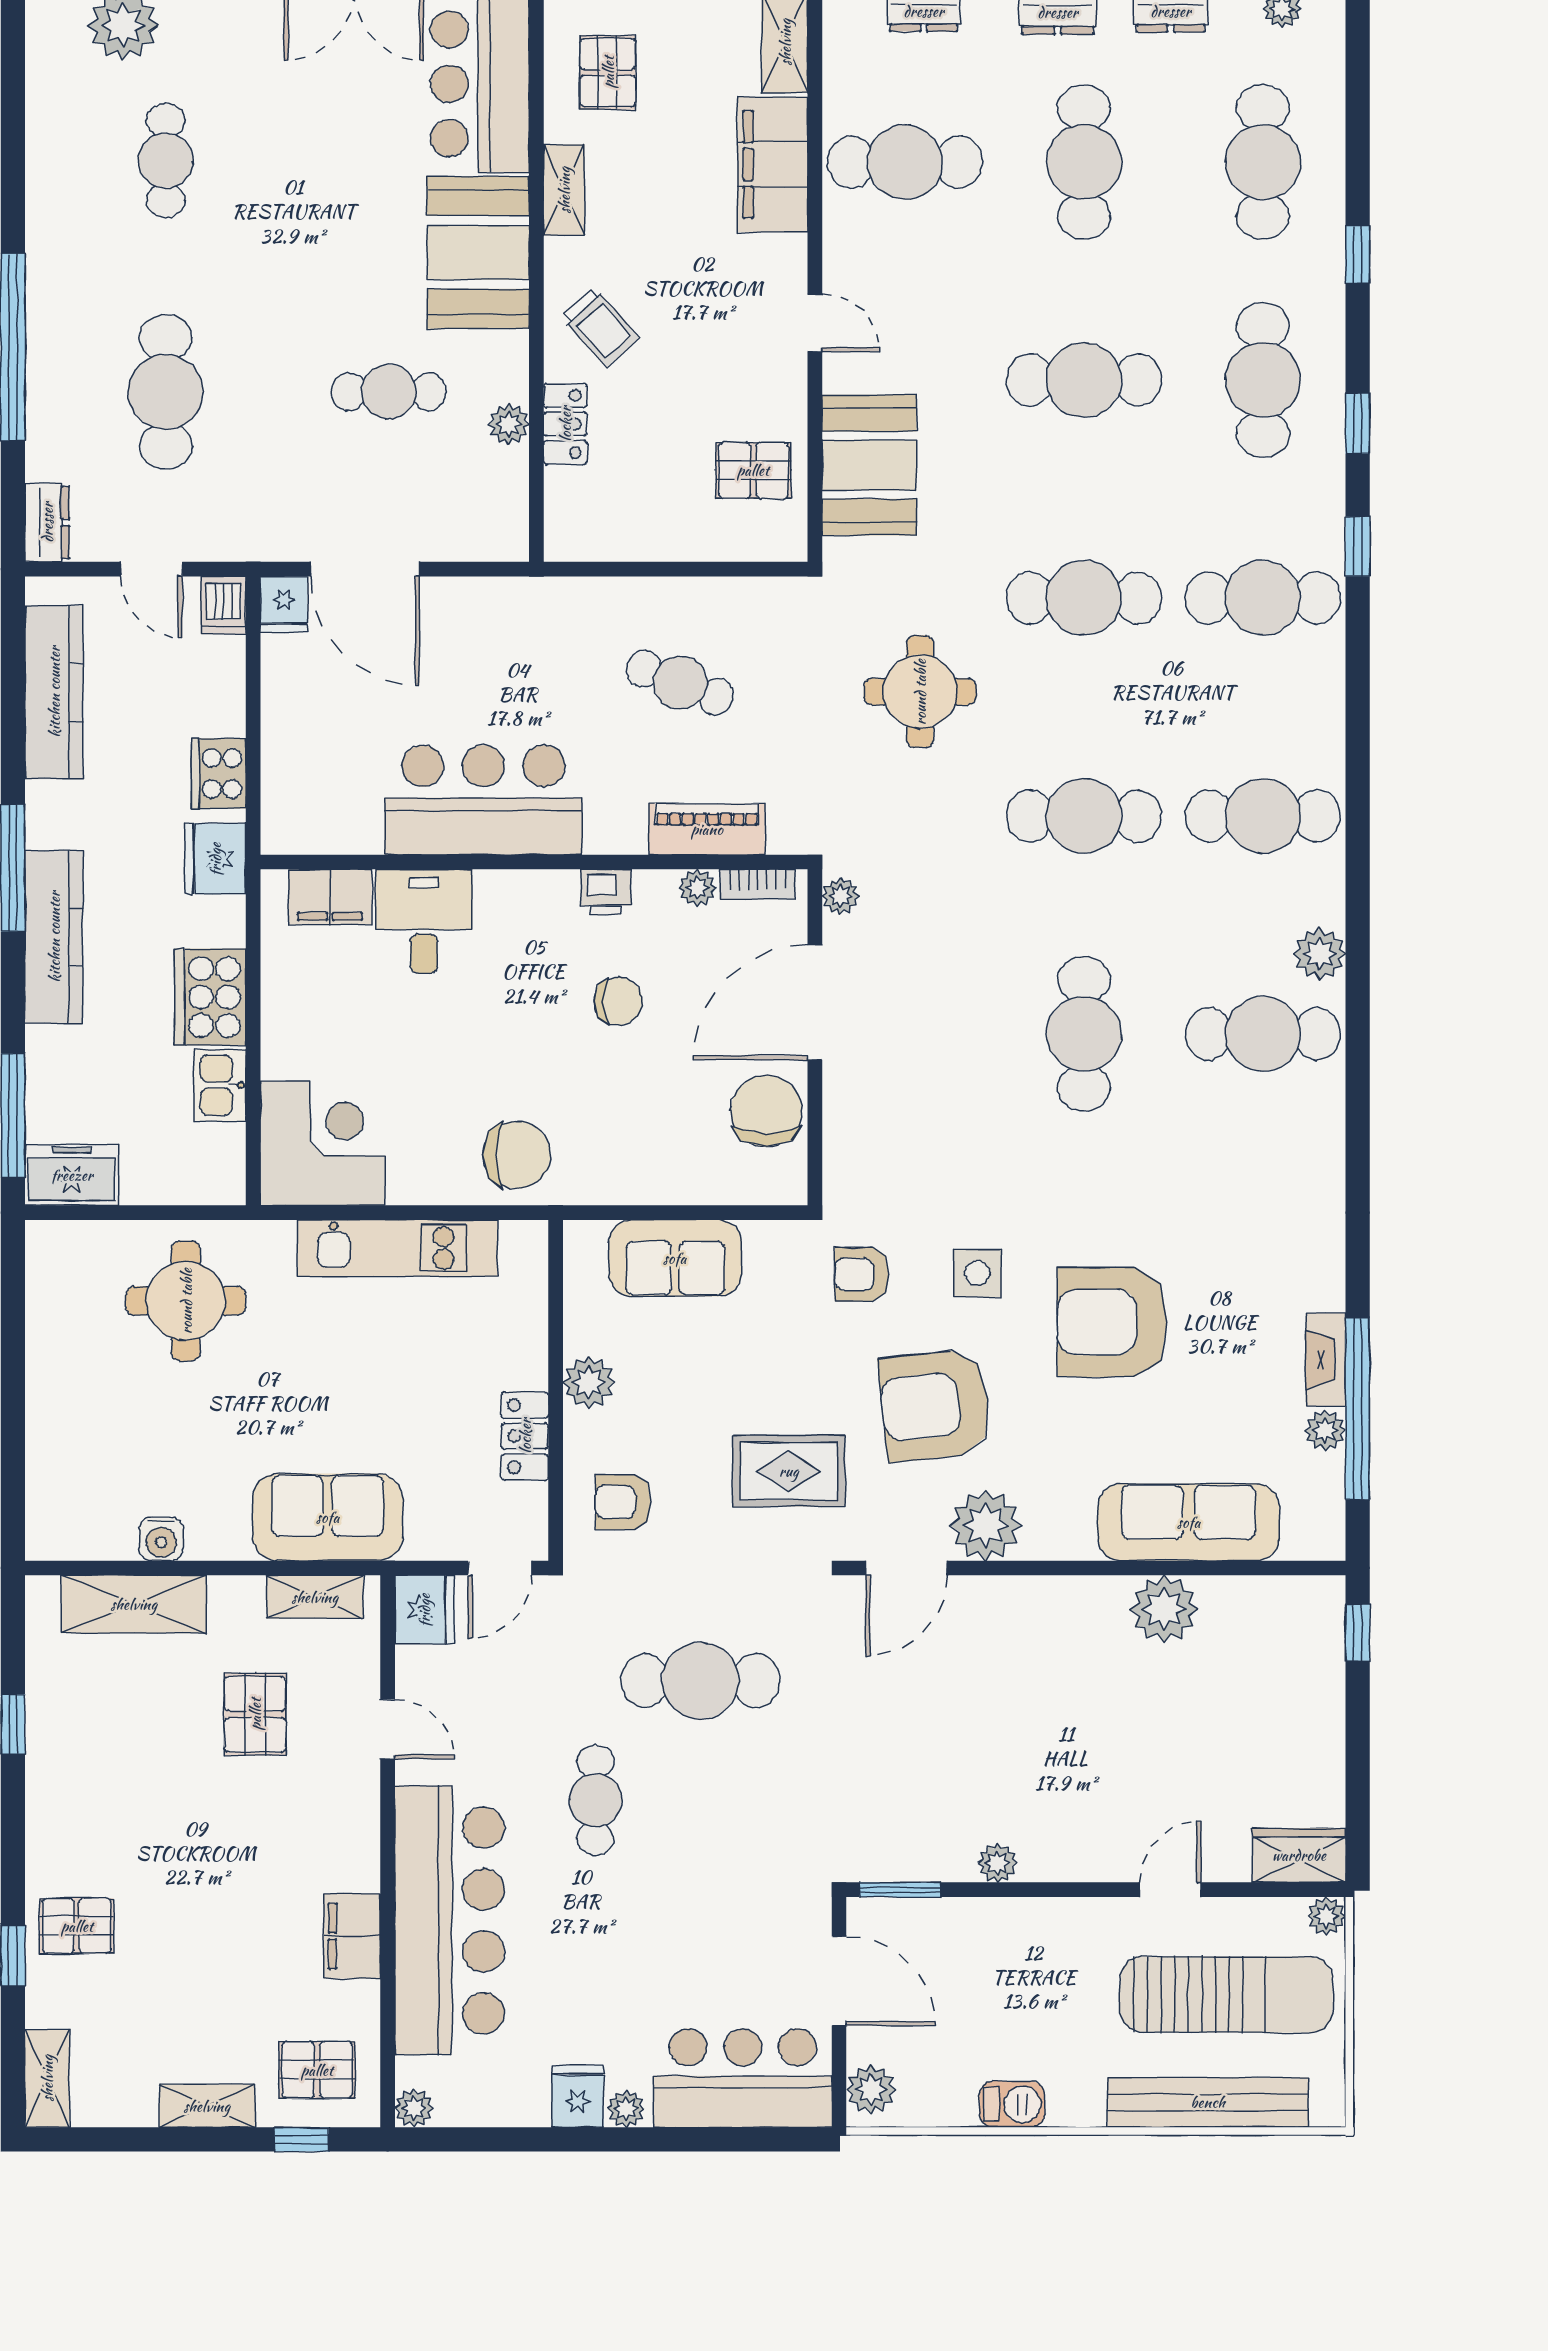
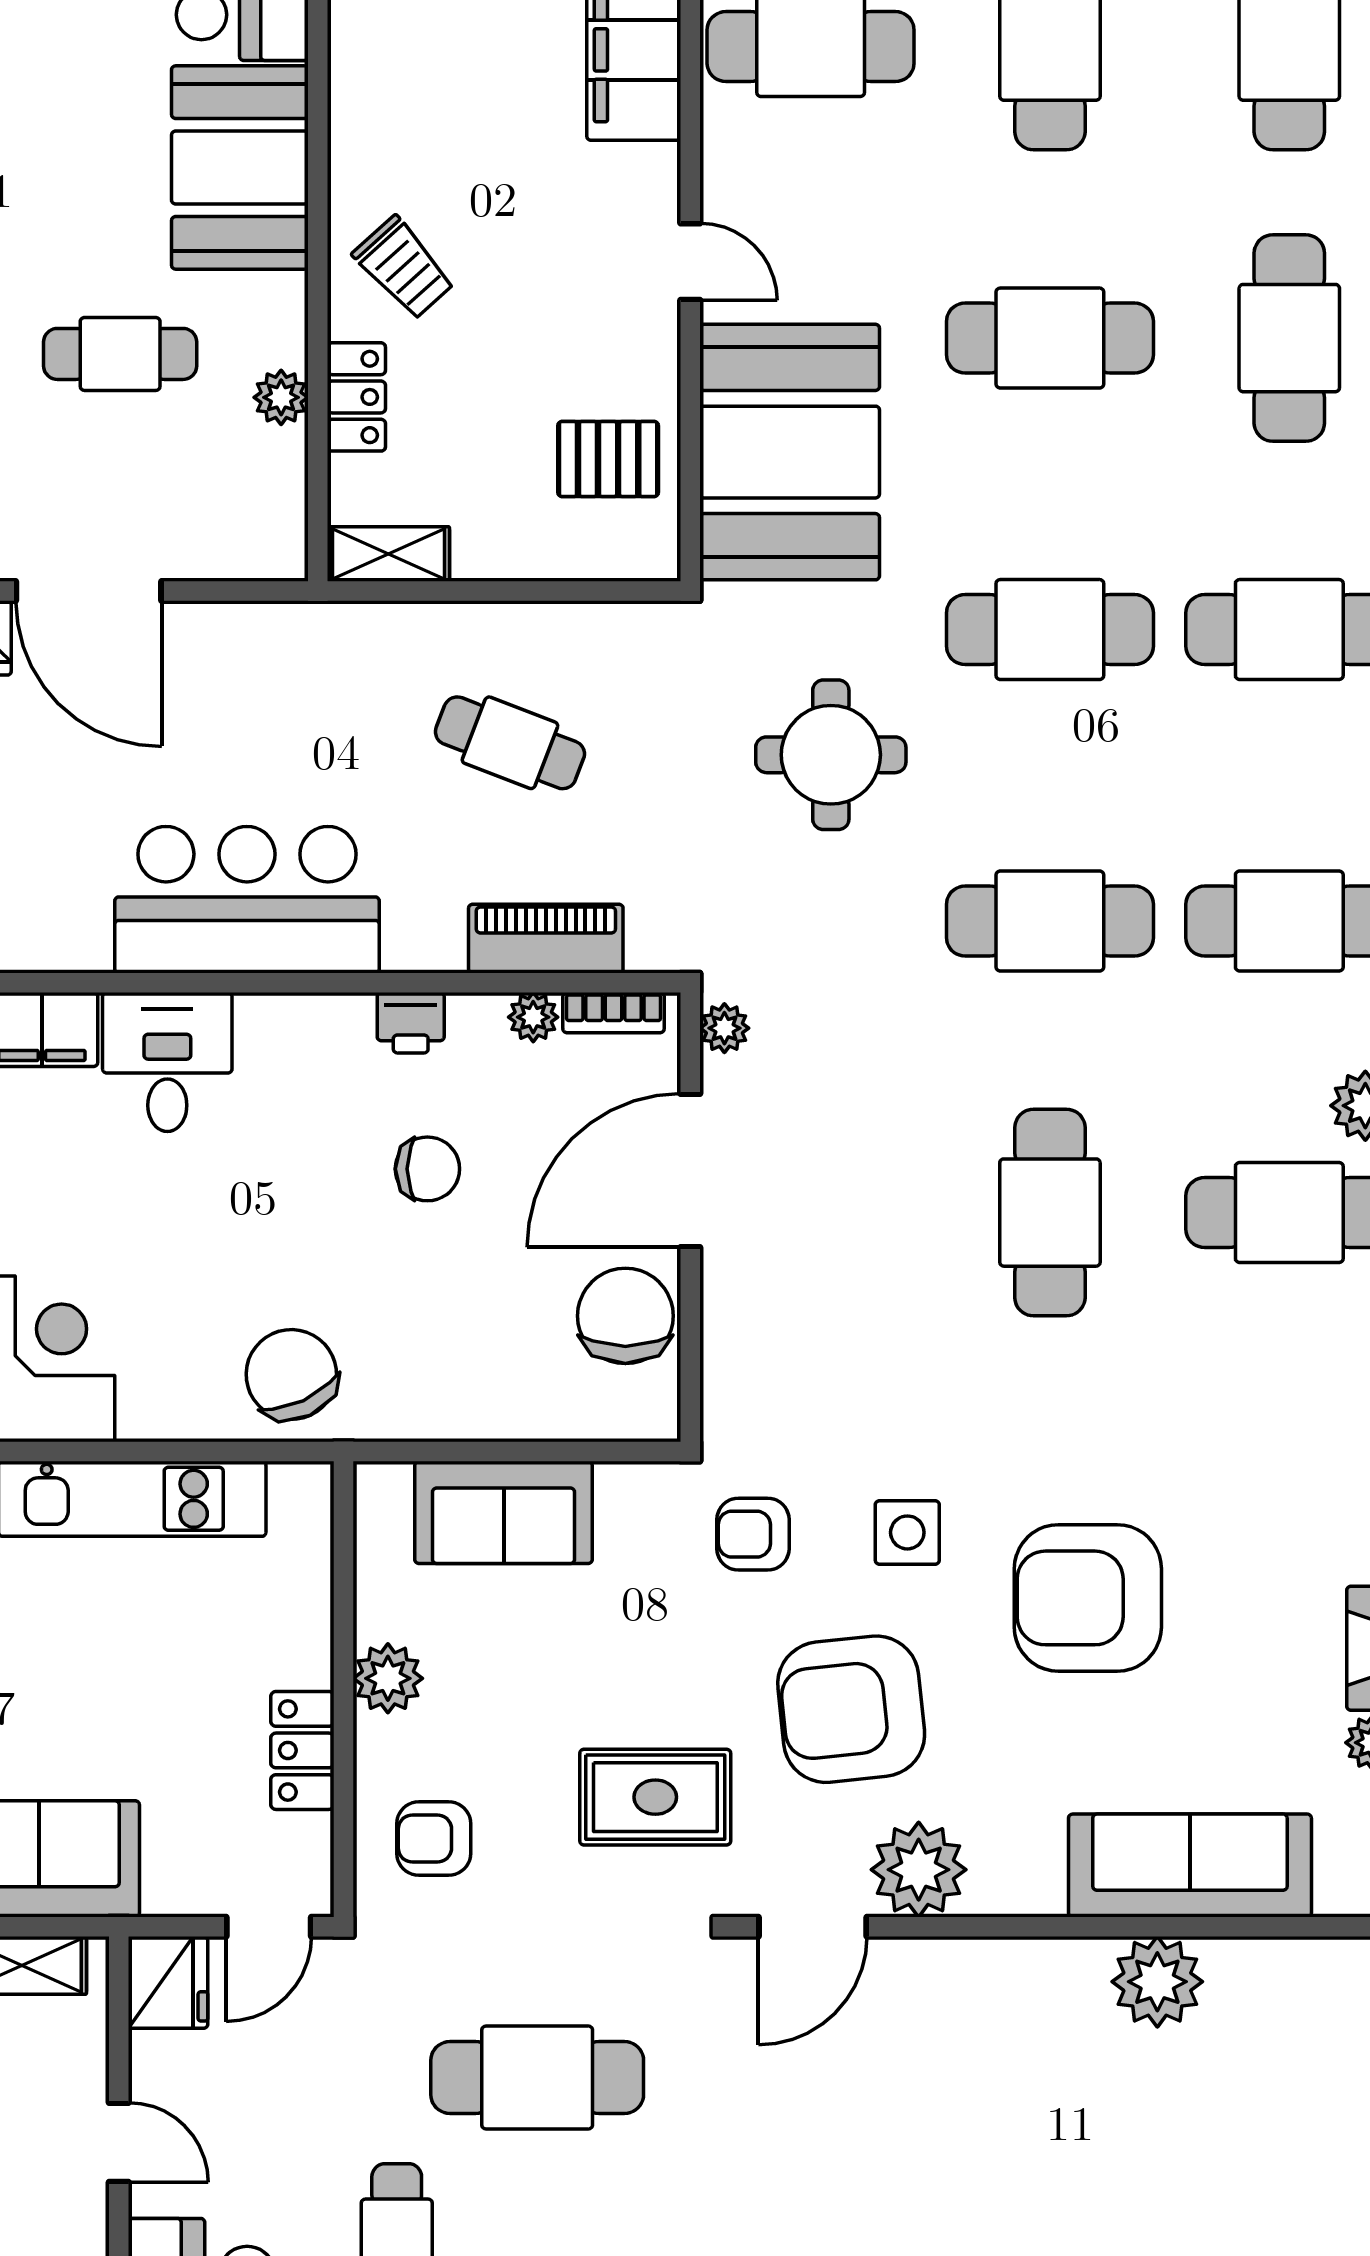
shelving: (564, 190) -> (388, 554), moved, turned 90
booth: (869, 465) -> (790, 452), width x1.36, depth x1.42
chair: (517, 1155) -> (291, 1375), turned -115

